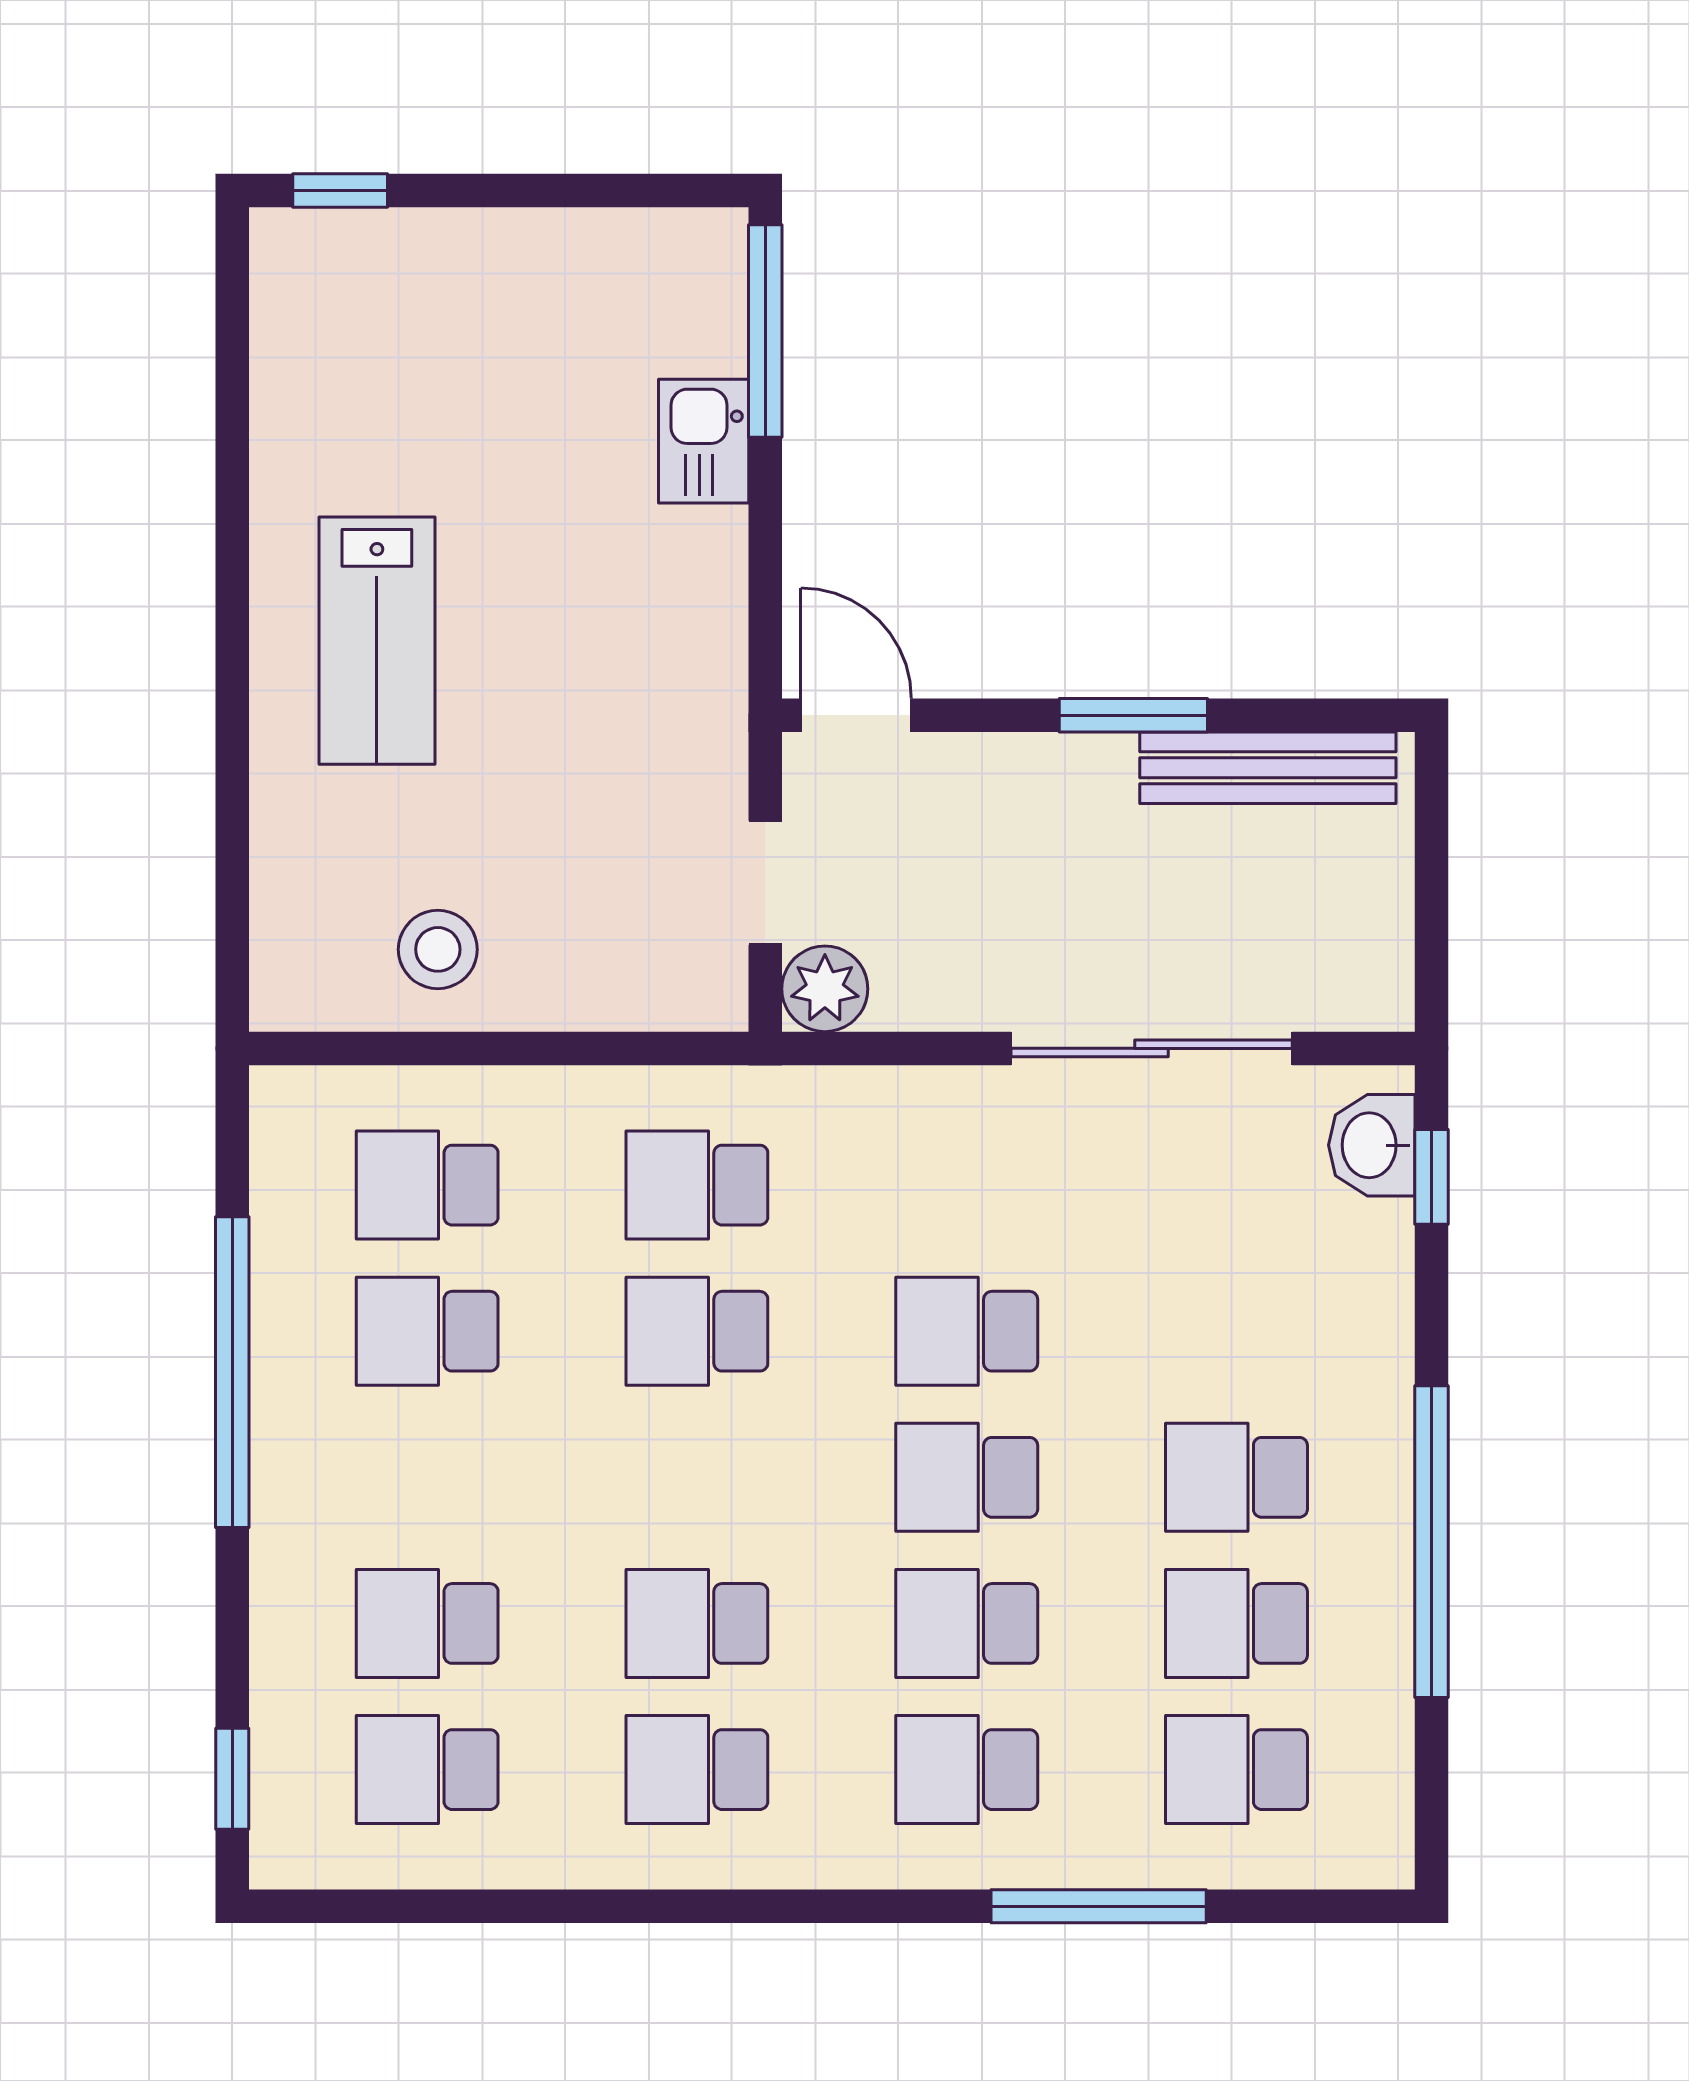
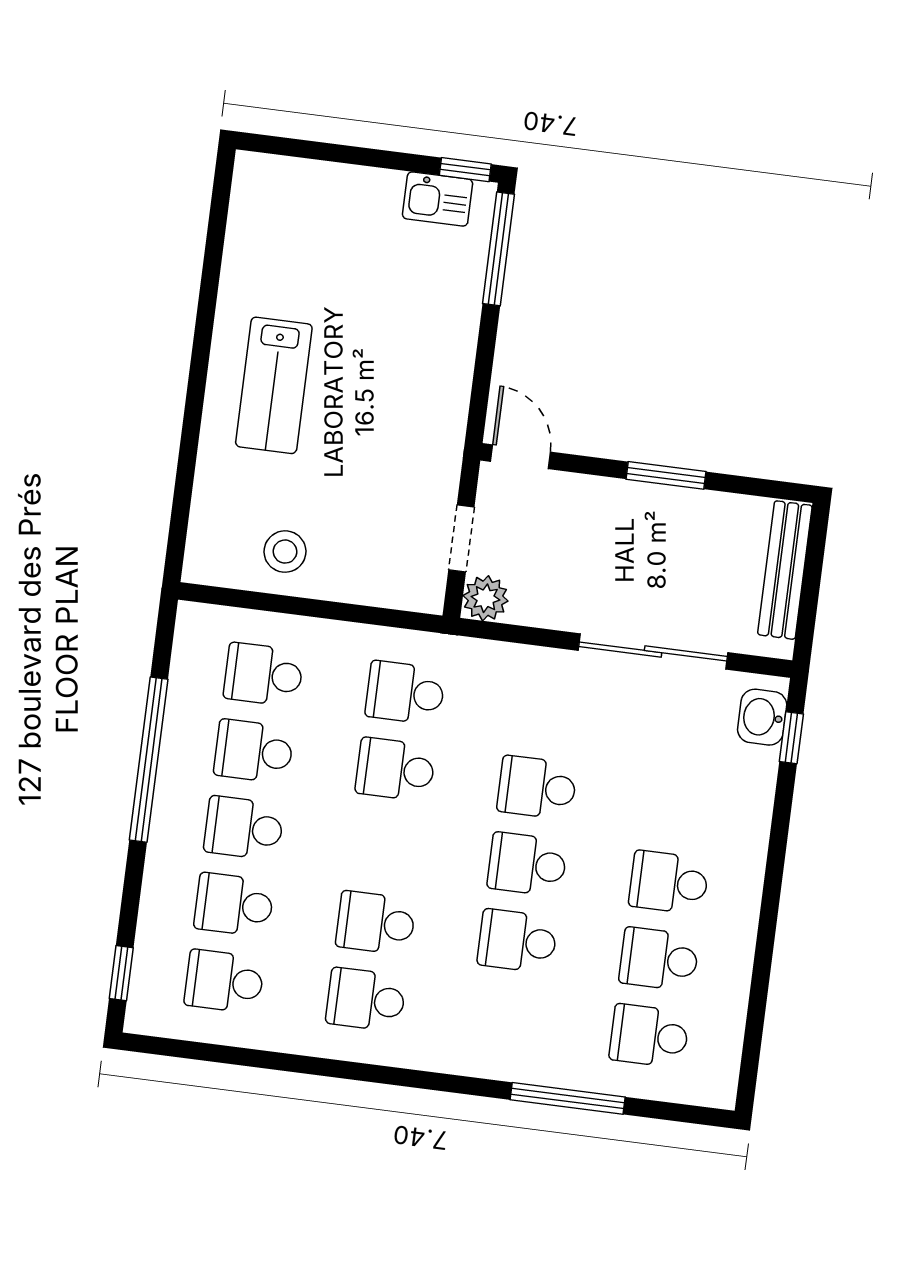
window: (340, 191) -> (465, 170), moved
kitchen sink: (704, 441) -> (438, 199), moved, turned -90
bench: (1268, 768) -> (785, 570), moved, turned 90
window: (1431, 1542) -> (767, 929), removed
school desk: (967, 1770) -> (244, 828), moved

